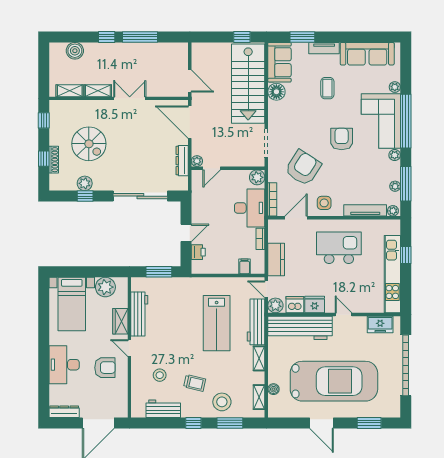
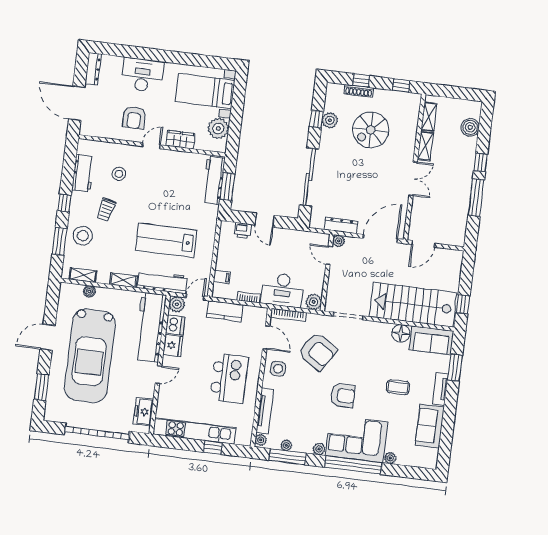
sofa: (367, 54) -> (430, 426), width x0.73
workbench: (139, 314) -> (214, 180), moved, turned 90

